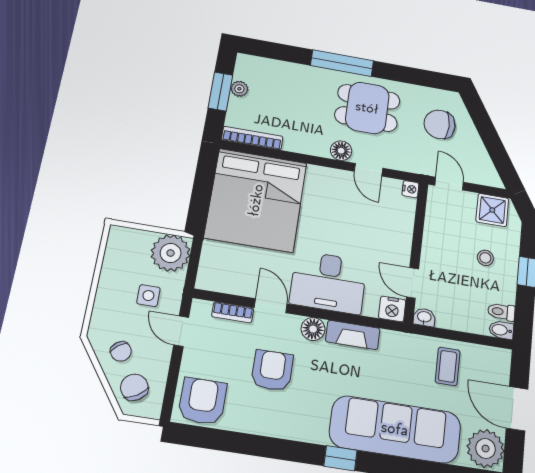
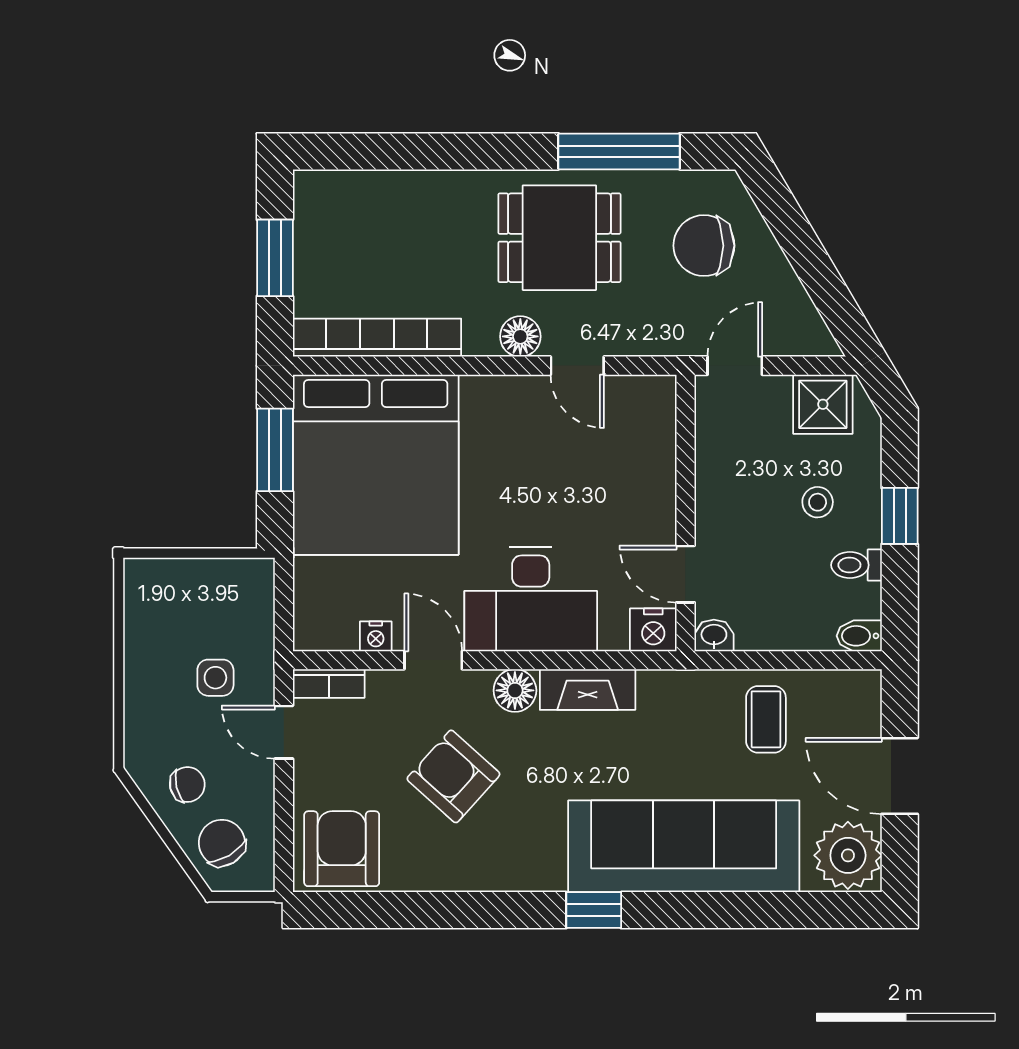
window: (342, 63) -> (619, 151), moved
plant: (239, 89) -> (310, 245), removed
bookcase: (252, 138) -> (377, 338), width x1.48, depth x1.31
window: (203, 184) -> (275, 450), added
door: (449, 184) -> (735, 366), hinge flipped
nightstand: (410, 189) -> (376, 636), moved, turned 90
plant: (171, 253) -> (240, 593), removed
bookcase: (233, 312) -> (329, 683), moved
toilet: (501, 312) -> (857, 565), moved
chair: (121, 351) -> (187, 785), turned -65
armchair: (272, 370) -> (453, 776), turned -48

